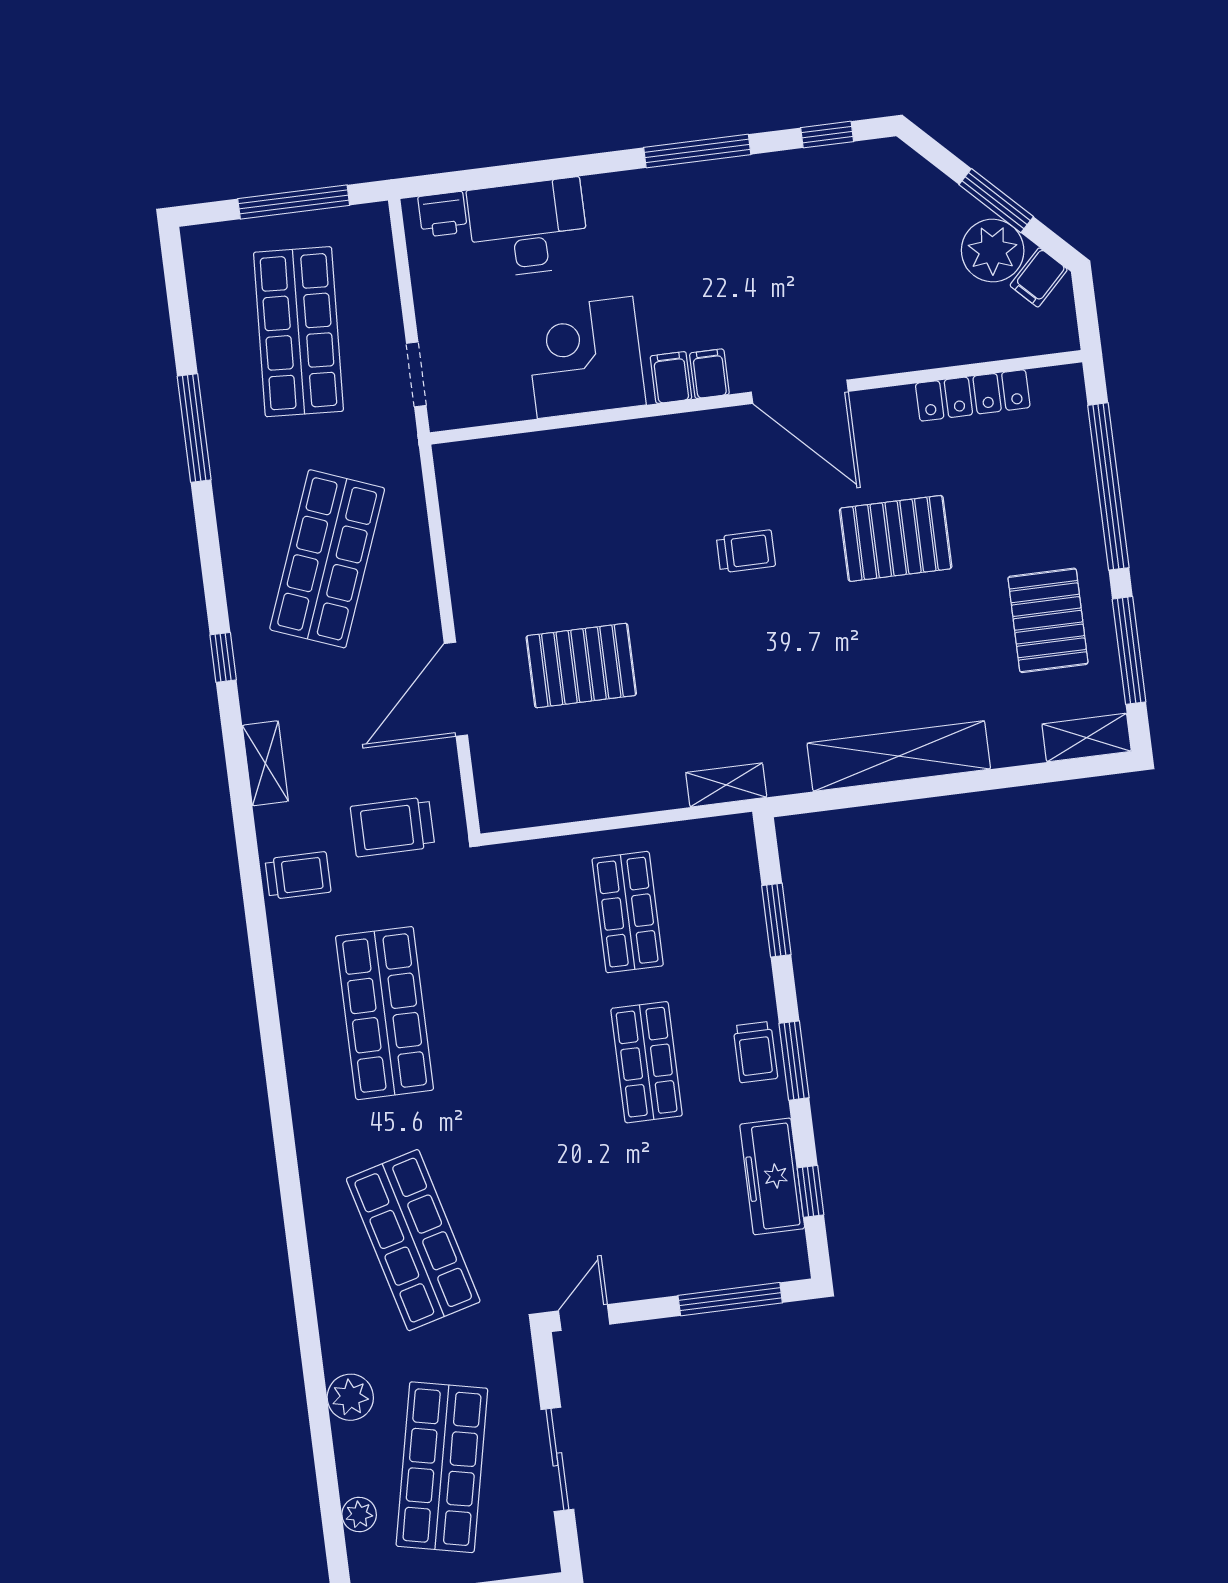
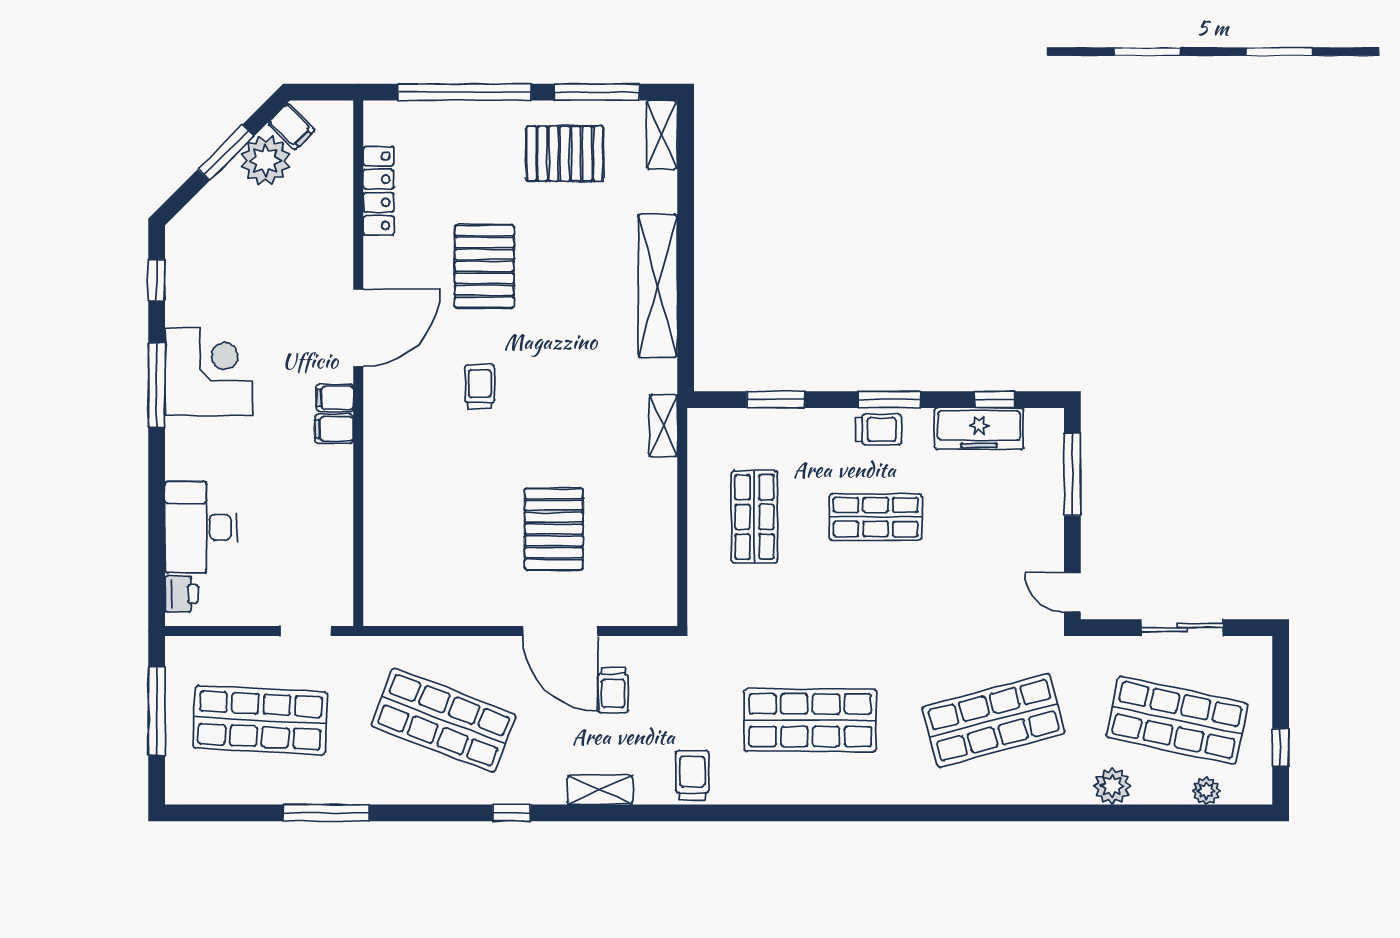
corner desk: (585, 357) -> (209, 372), moved, turned 180
trolley: (393, 827) -> (613, 690), moved, width x0.73, depth x0.72
shop shelf: (628, 912) -> (754, 517), turned 90

